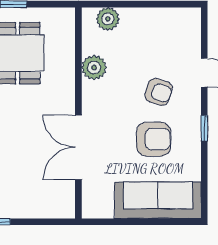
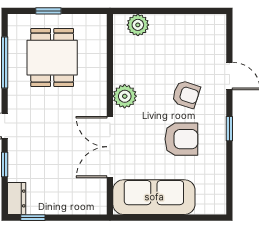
plant: (94, 68) -> (125, 96), moved
sofa: (158, 200) -> (154, 197), moved

